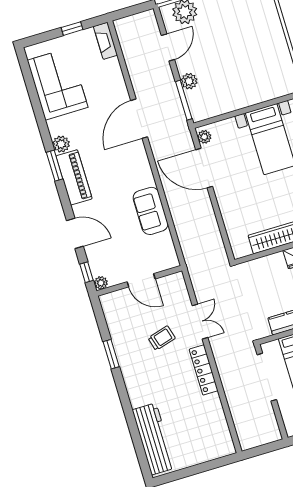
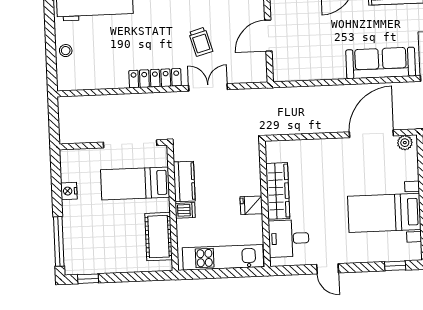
sofa: (151, 211) -> (381, 63), moved, width x1.36
double door: (200, 322) -> (208, 87), swing flipped
stool: (199, 454) -> (66, 51), added

